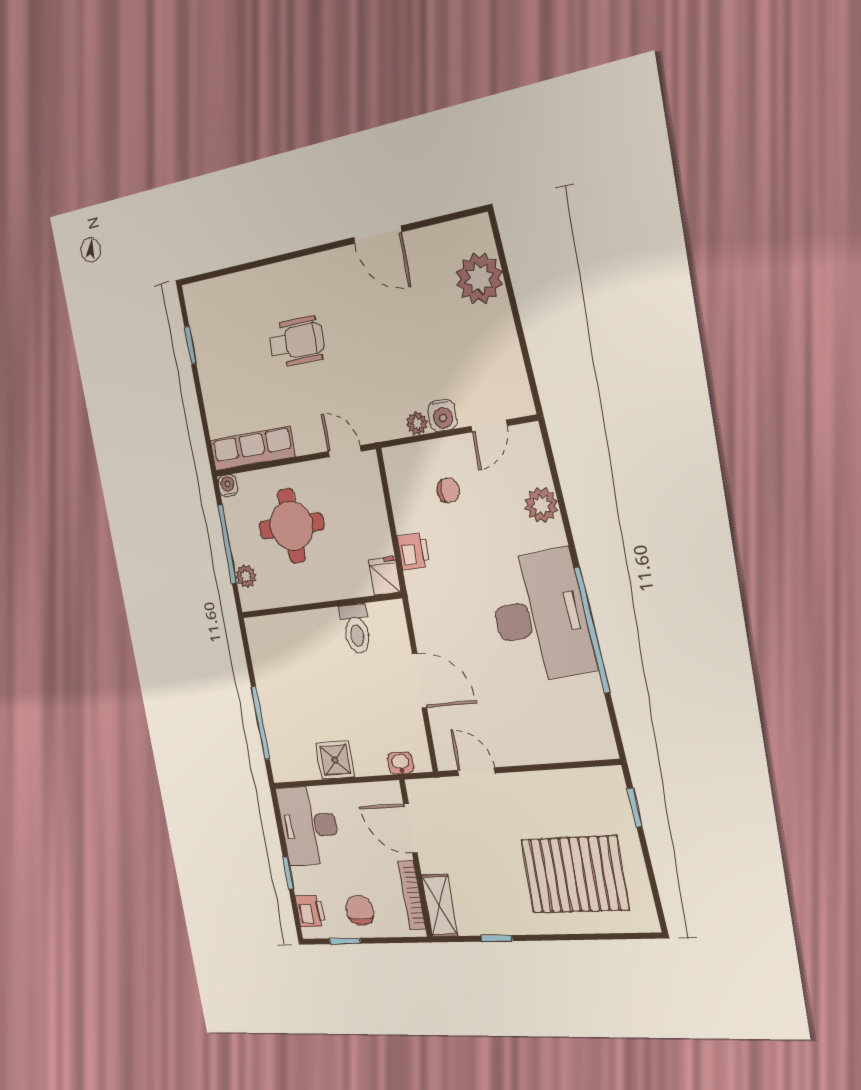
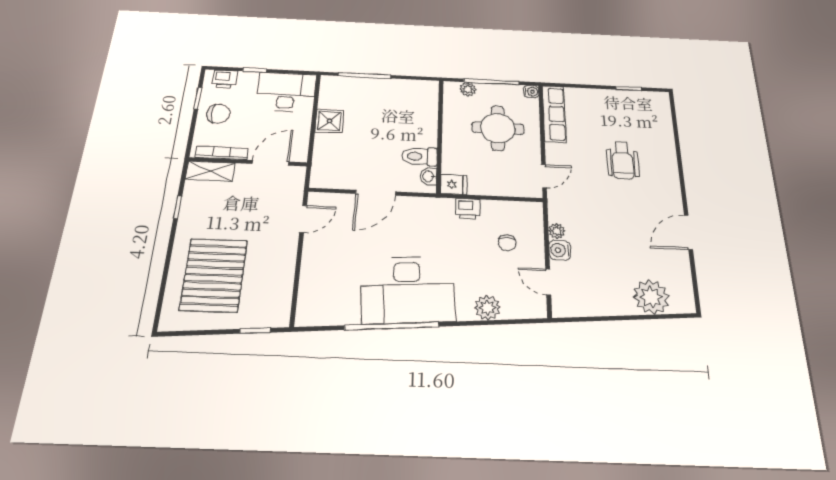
washbasin: (401, 763) -> (429, 176), moved, turned 180

